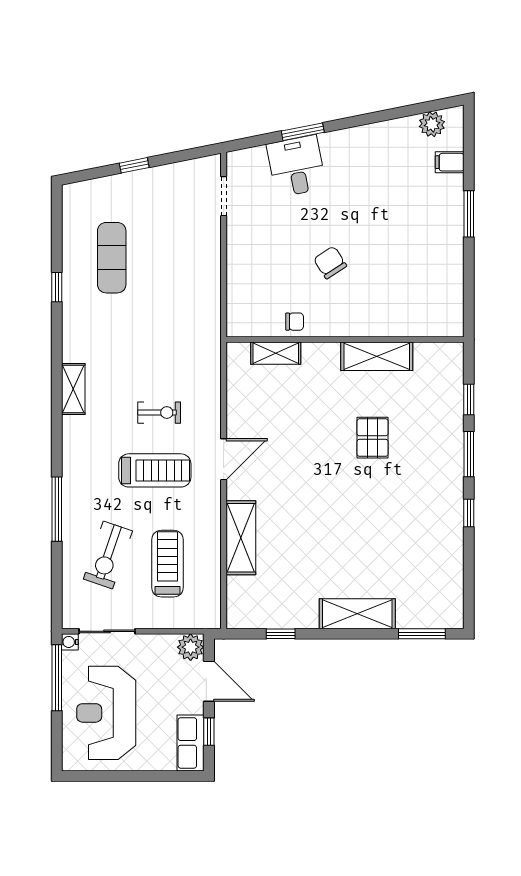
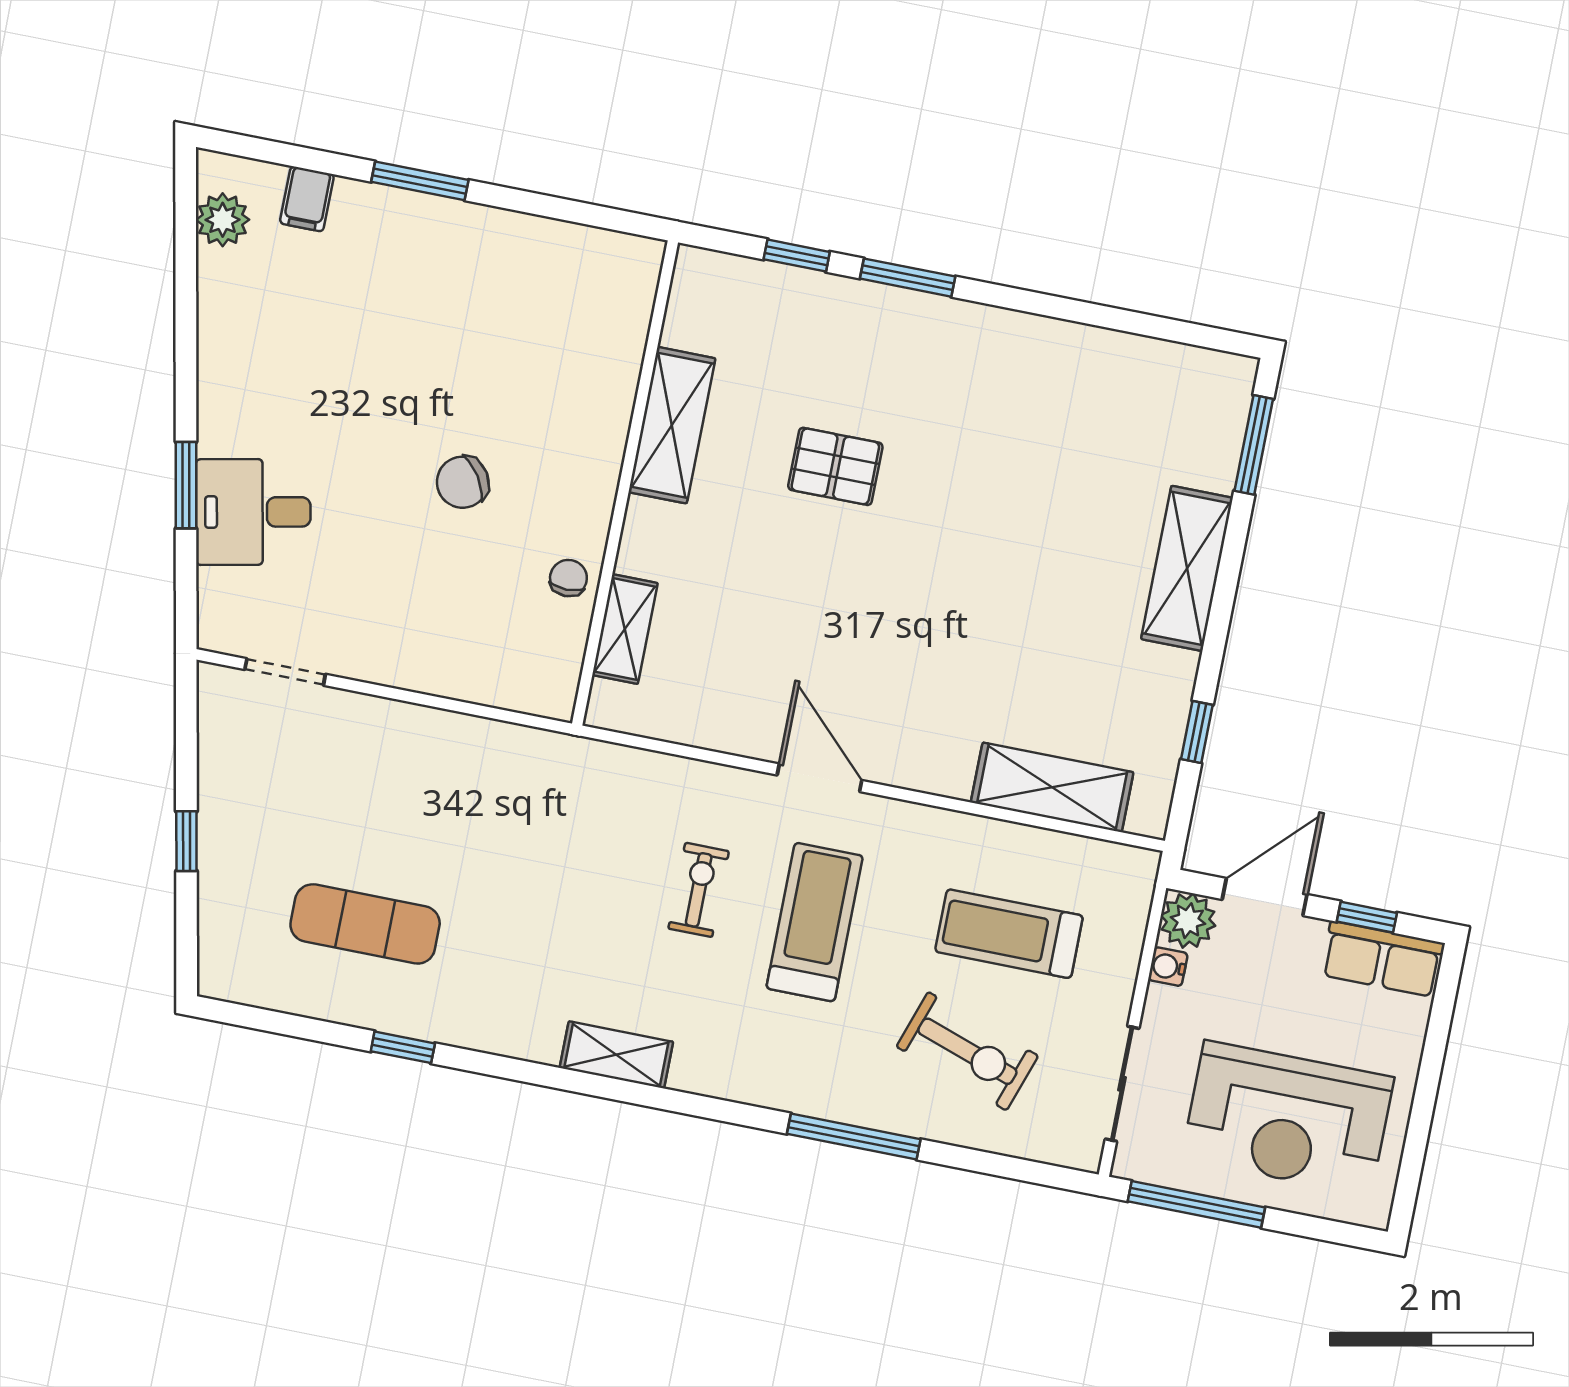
window: (469, 513) -> (1027, 301), removed
shelving: (241, 538) -> (1052, 787), moved
water cooler: (70, 642) -> (1168, 967), moved, turned 90

